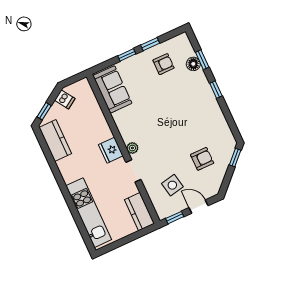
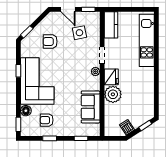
window: (127, 55) -> (81, 138), moved
window: (202, 60) -> (18, 124), moved
sofa: (112, 89) -> (91, 107), moved
window: (216, 90) -> (18, 71), moved
corner sofa: (196, 105) -> (37, 81), added
plant: (99, 131) -> (113, 94), added
kitchen counter: (55, 140) -> (147, 102), removed

